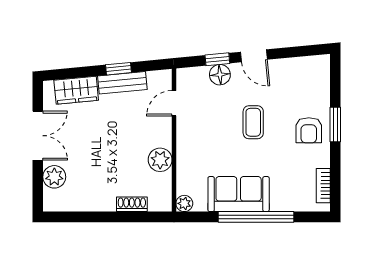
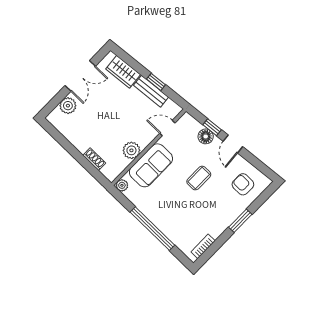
armchair: (309, 130) -> (243, 184), moved, turned 90
sofa: (239, 194) -> (151, 165), moved, turned 90

